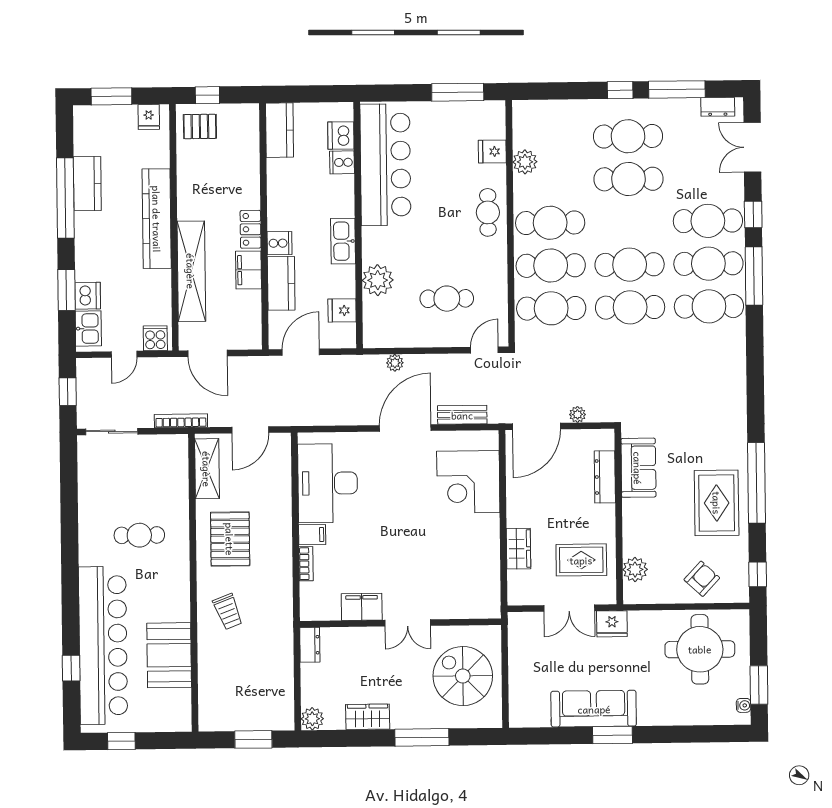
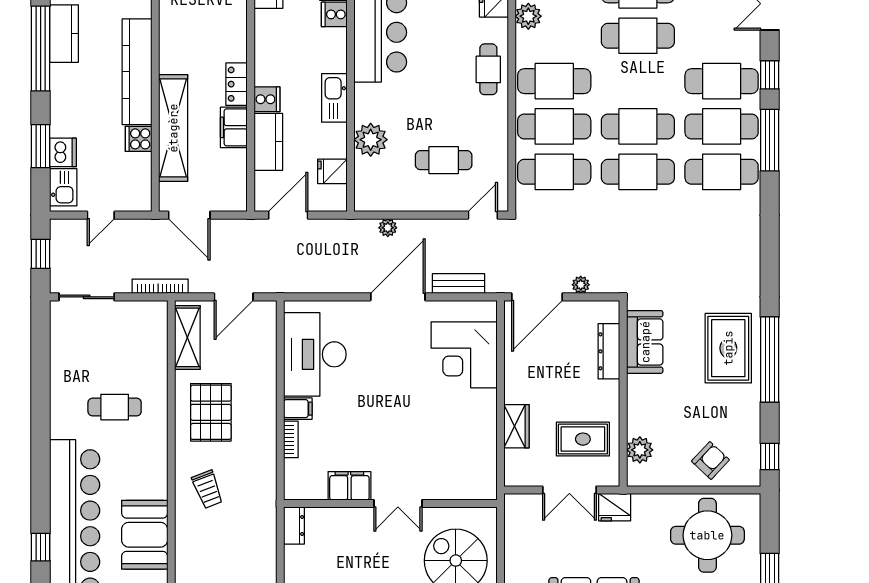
cooker: (155, 338) -> (139, 139), moved, turned -90
rug: (717, 503) -> (728, 348), moved

